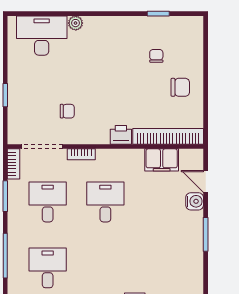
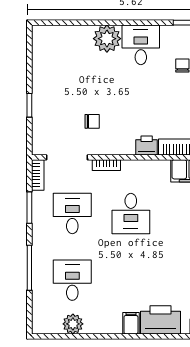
plant: (76, 23) -> (107, 39), width x1.88, depth x1.88
desk: (42, 36) -> (141, 45), moved, width x0.73
desk: (105, 202) -> (131, 213), turned 180

